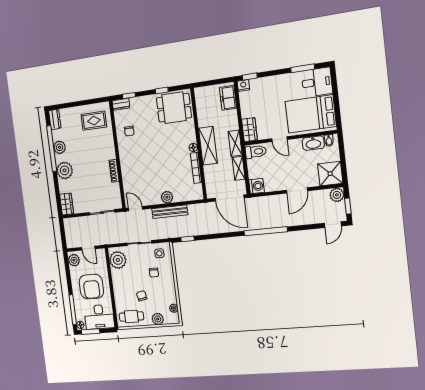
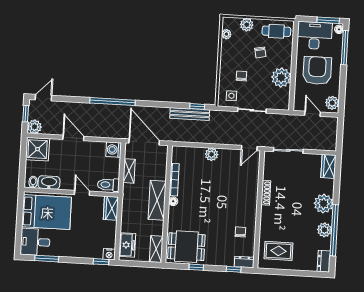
shelving: (235, 143) -> (156, 249), moved
door: (297, 190) -> (73, 138), hinge flipped
door: (135, 209) -> (249, 148), hinge flipped
bench: (170, 212) -> (190, 114), moved
plant: (118, 260) -> (281, 77), moved

